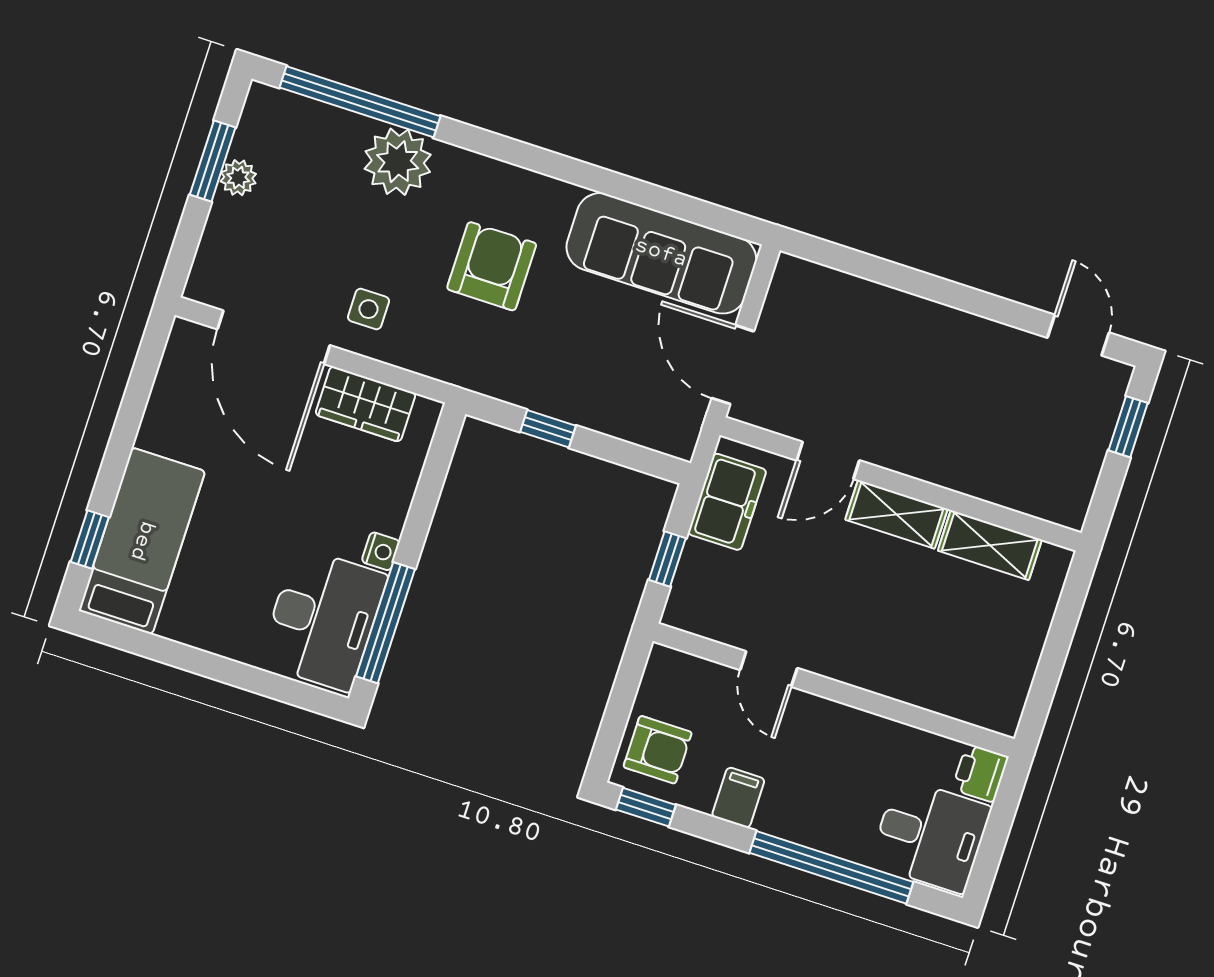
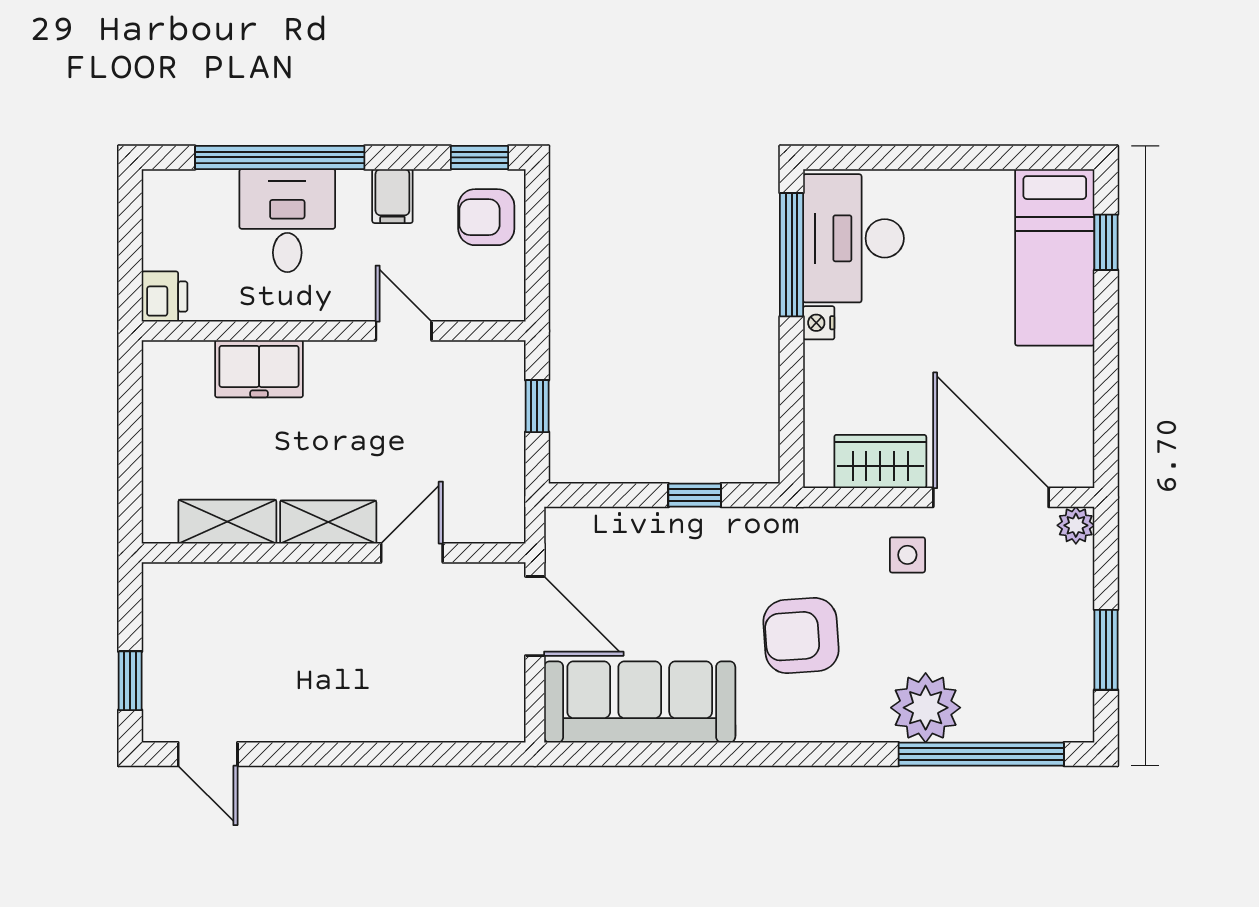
plant: (238, 178) -> (1076, 525), moved
armchair: (492, 266) -> (801, 636), turned 86
freezer: (727, 502) -> (259, 369), moved, turned -90
desk: (930, 836) -> (287, 221), moved, turned 90

